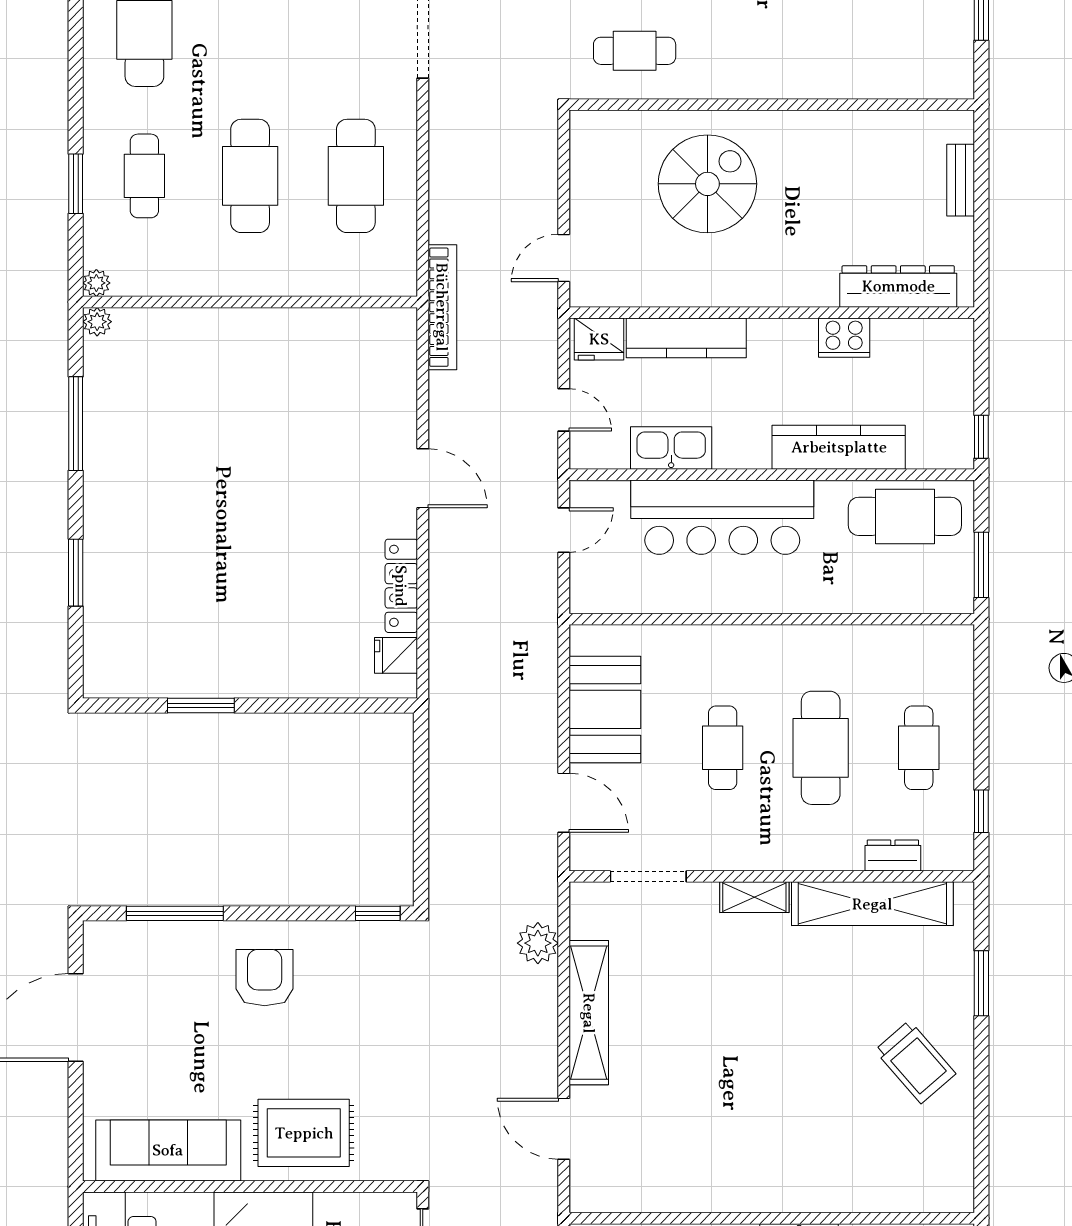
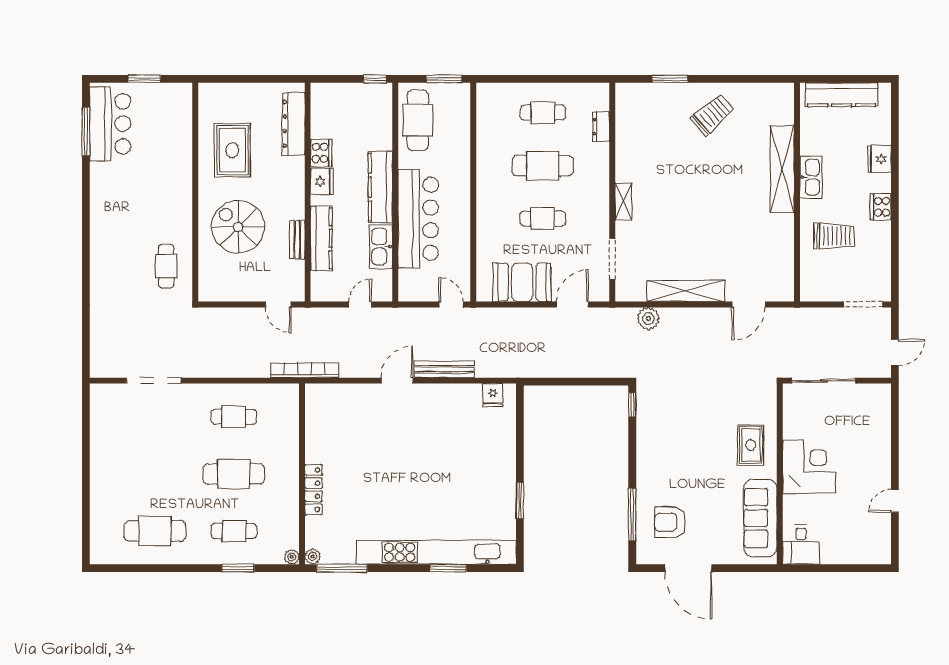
rug: (849, 173) -> (232, 150), added
cafe table: (356, 176) -> (234, 417), width x0.73, depth x0.74
bench: (961, 180) -> (297, 240), moved, turned 90
fridge: (599, 339) -> (322, 182), moved
window: (76, 424) -> (342, 568), moved
kitchen counter: (839, 447) -> (380, 187), moved
door: (564, 530) -> (451, 304), moved
kitchen unit: (105, 551) -> (436, 552), added
bench: (444, 565) -> (444, 369), added
locker: (401, 586) -> (313, 490), moved, turned -90
window: (981, 811) -> (577, 79), removed
shelving: (872, 904) -> (782, 169), moved
armchair: (265, 978) -> (670, 522), moved
rug: (304, 1133) -> (751, 445), width x0.73, depth x0.70

